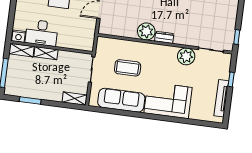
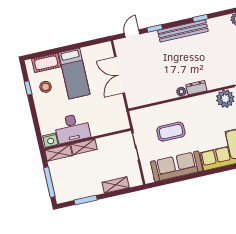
plant: (146, 31) -> (181, 92), width x0.53, depth x0.53
shelving: (74, 99) -> (116, 185), moved

